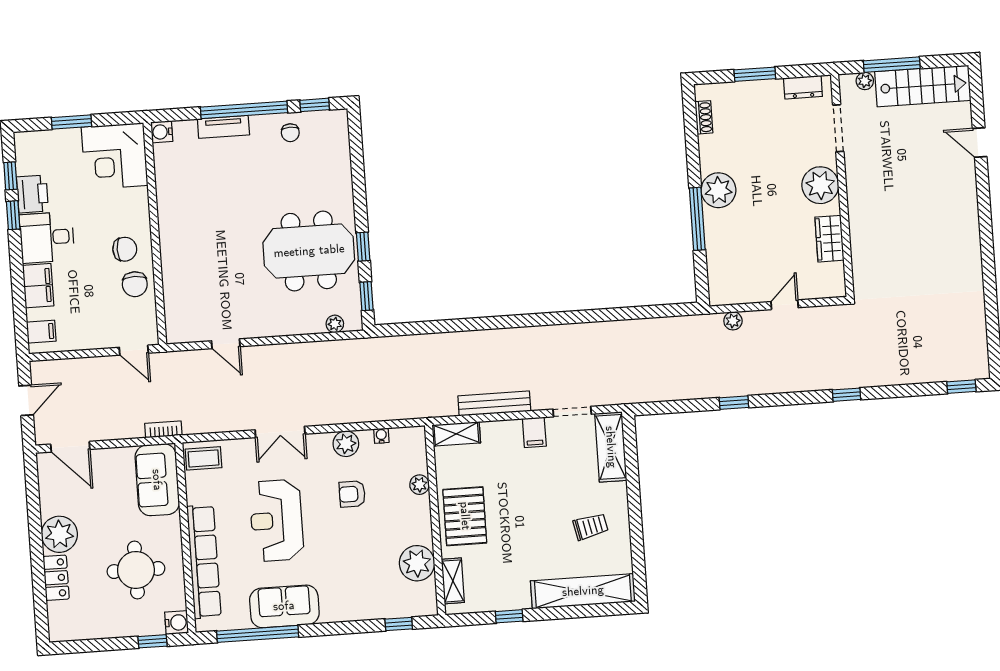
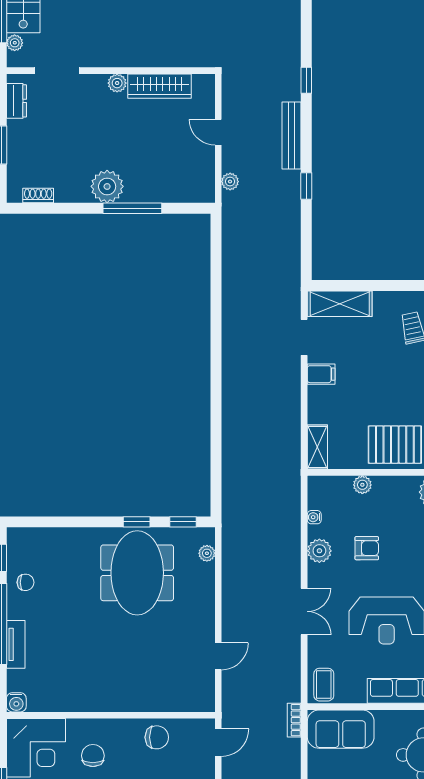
plant: (820, 185) -> (117, 83), width x0.53, depth x0.53
wardrobe: (829, 239) -> (160, 86), width x1.50
chair: (125, 249) -> (93, 756), moved
bench: (494, 404) -> (292, 135), moved
armchair: (352, 494) -> (367, 548), turned -90

